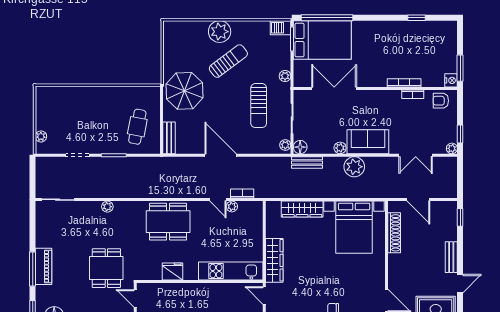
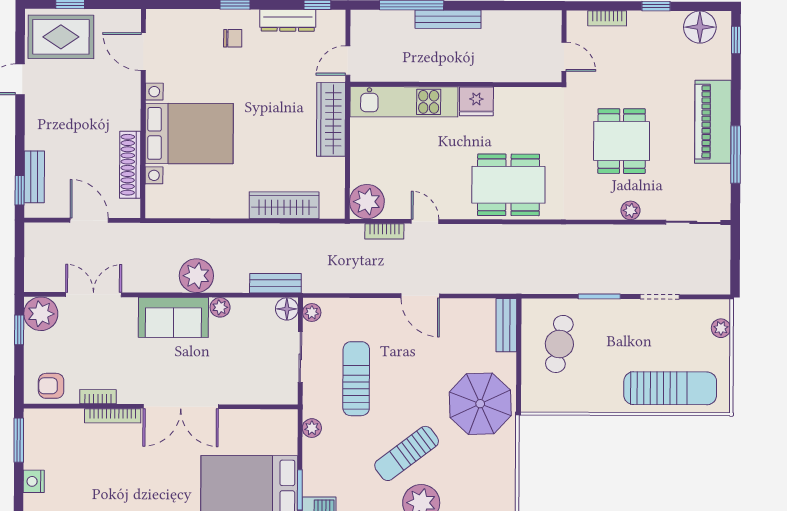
nightstand: (451, 80) -> (34, 481), moved
double door: (334, 89) -> (181, 407), moved
sun lounger: (71, 101) -> (670, 388), added
armchair: (441, 101) -> (51, 386), turned 180
plant: (452, 148) -> (41, 314), width x1.88, depth x1.88
door: (221, 155) -> (420, 296), width x0.73
plant: (107, 207) -> (630, 210), moved
plant: (232, 207) -> (367, 202), moved, width x1.88, depth x1.88
bed with nightstands: (354, 227) -> (189, 134), moved, turned 90
bench: (451, 257) -> (34, 177), moved
piano: (43, 266) -> (713, 122), width x1.37, depth x1.33
dining table: (106, 268) -> (622, 141), moved
window: (33, 269) -> (736, 155), moved
fridge: (172, 271) -> (476, 101), moved
door: (264, 296) -> (348, 61), swing flipped

